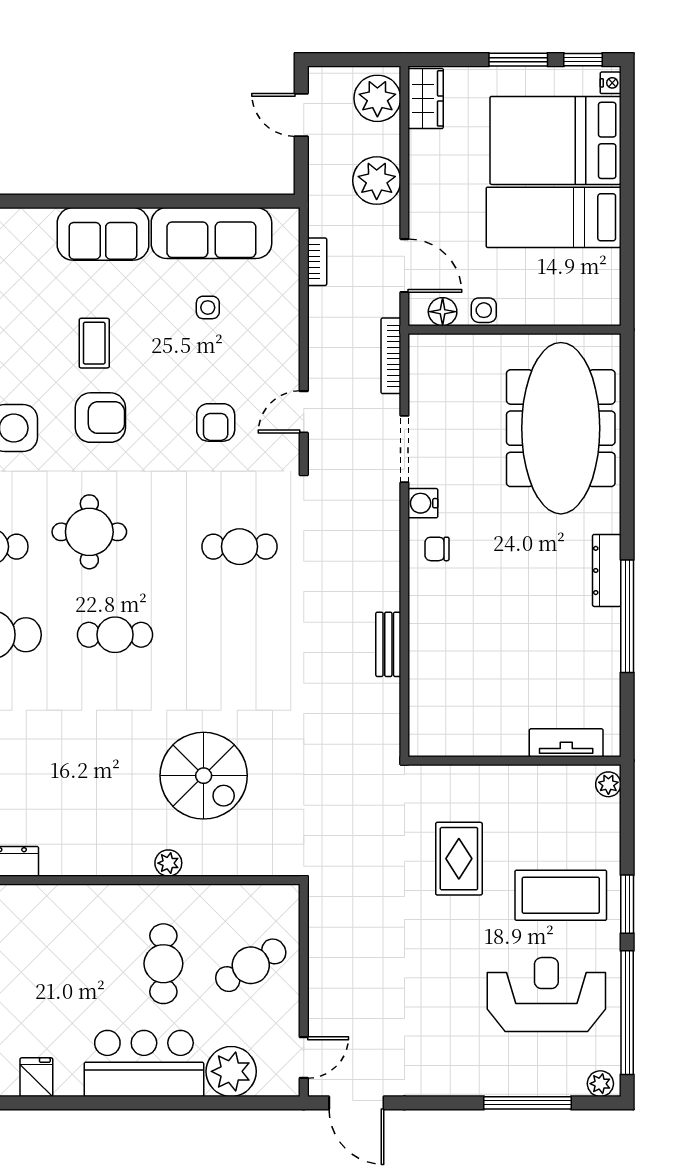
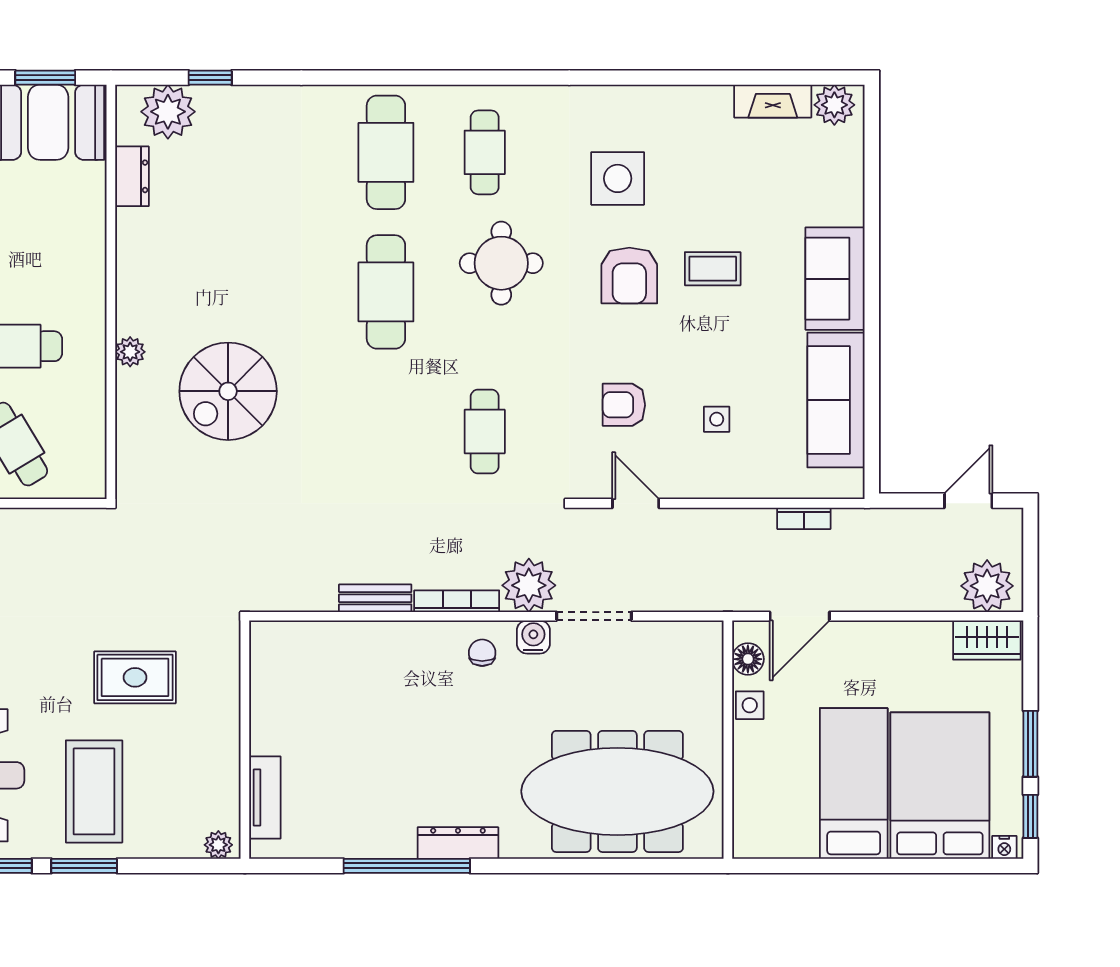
plant: (377, 181) -> (529, 585), moved
side table: (208, 307) -> (717, 419), moved
bookcase: (391, 356) -> (457, 601), moved
cafe table: (115, 635) -> (386, 292), width x1.37, depth x1.35

